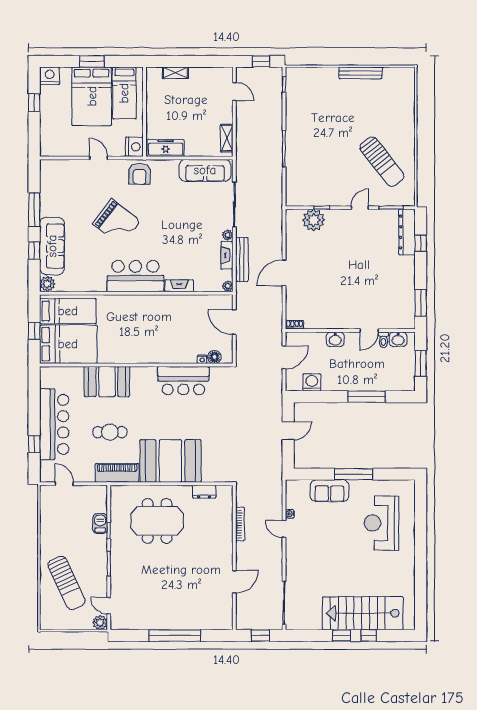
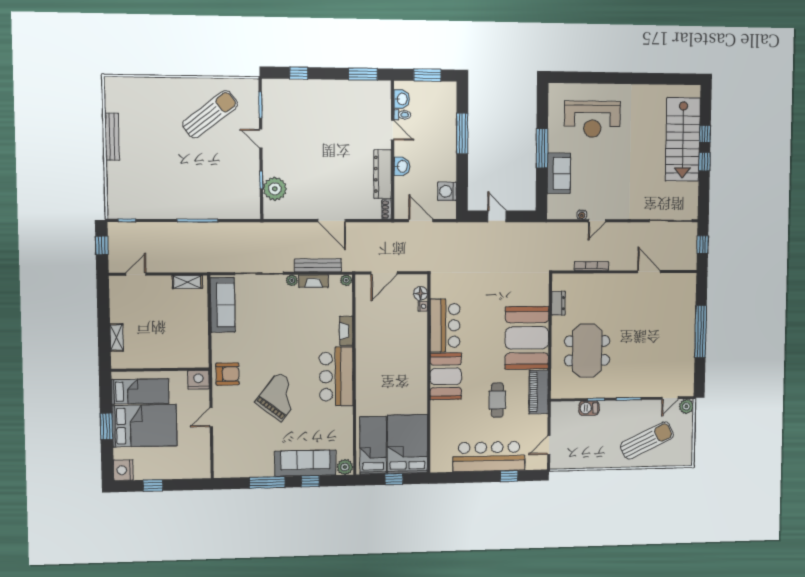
freezer: (166, 148) -> (199, 347), removed
dresser: (407, 232) -> (383, 174), moved, turned 90
booth: (107, 382) -> (446, 376), moved

